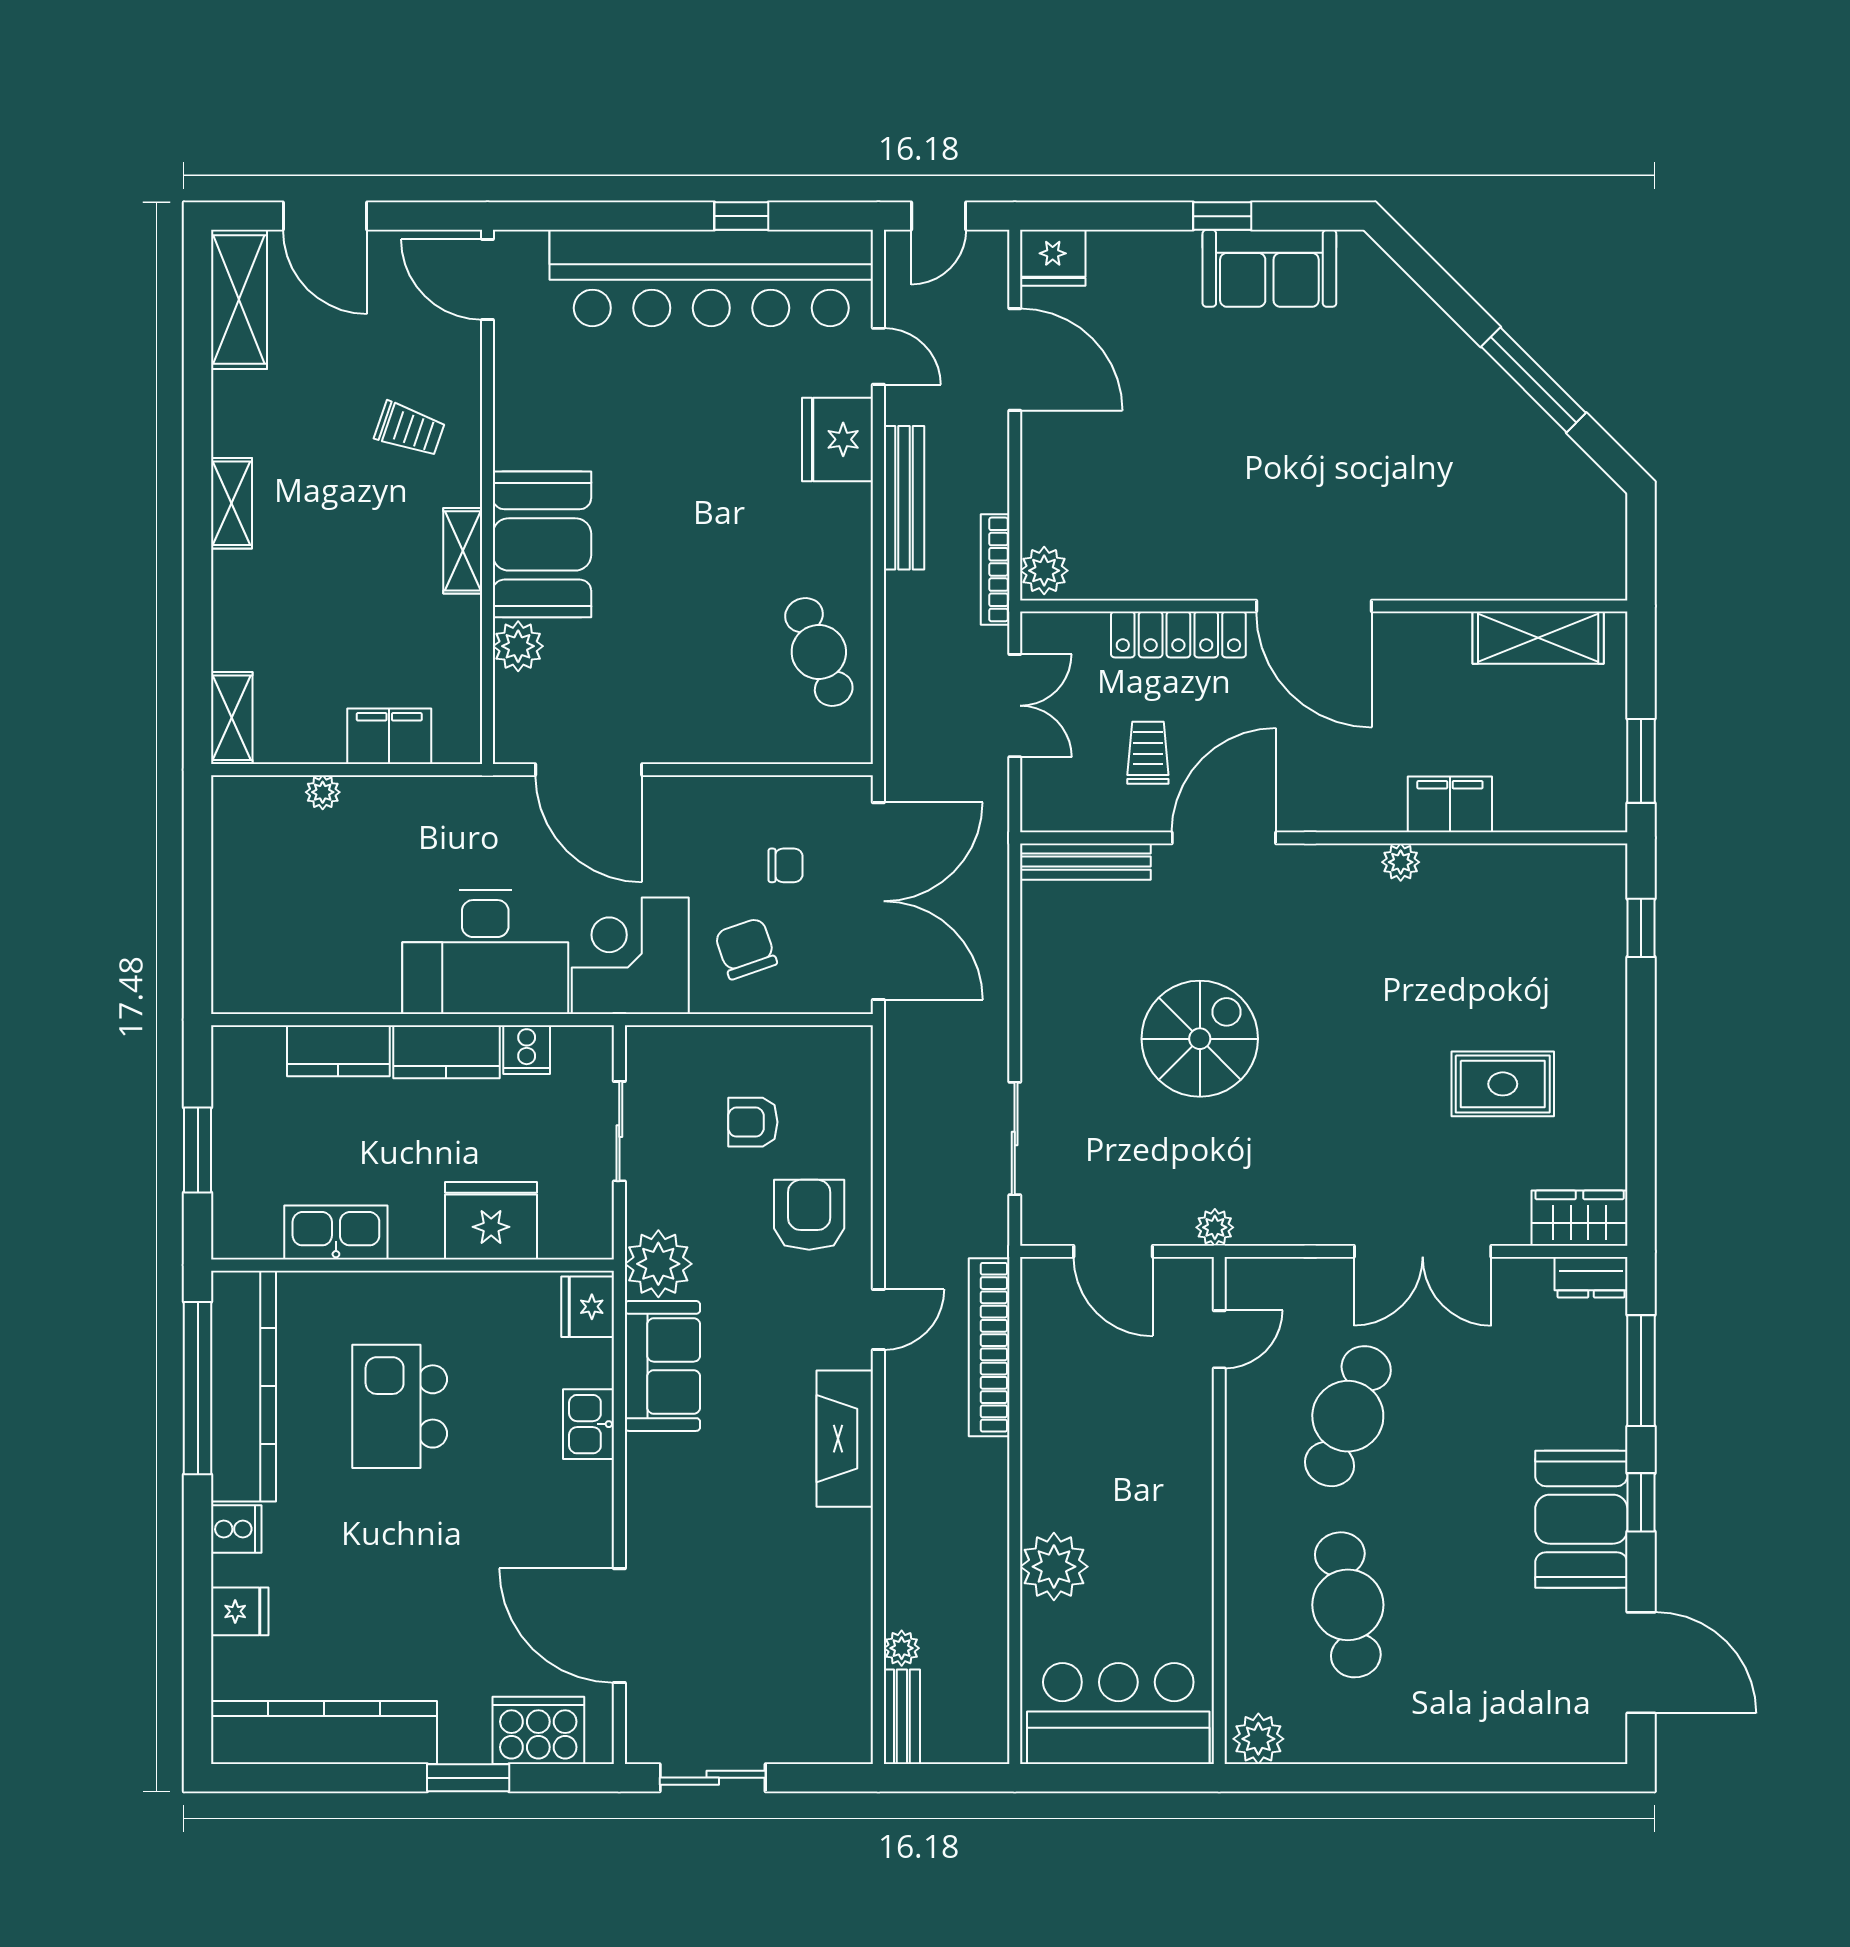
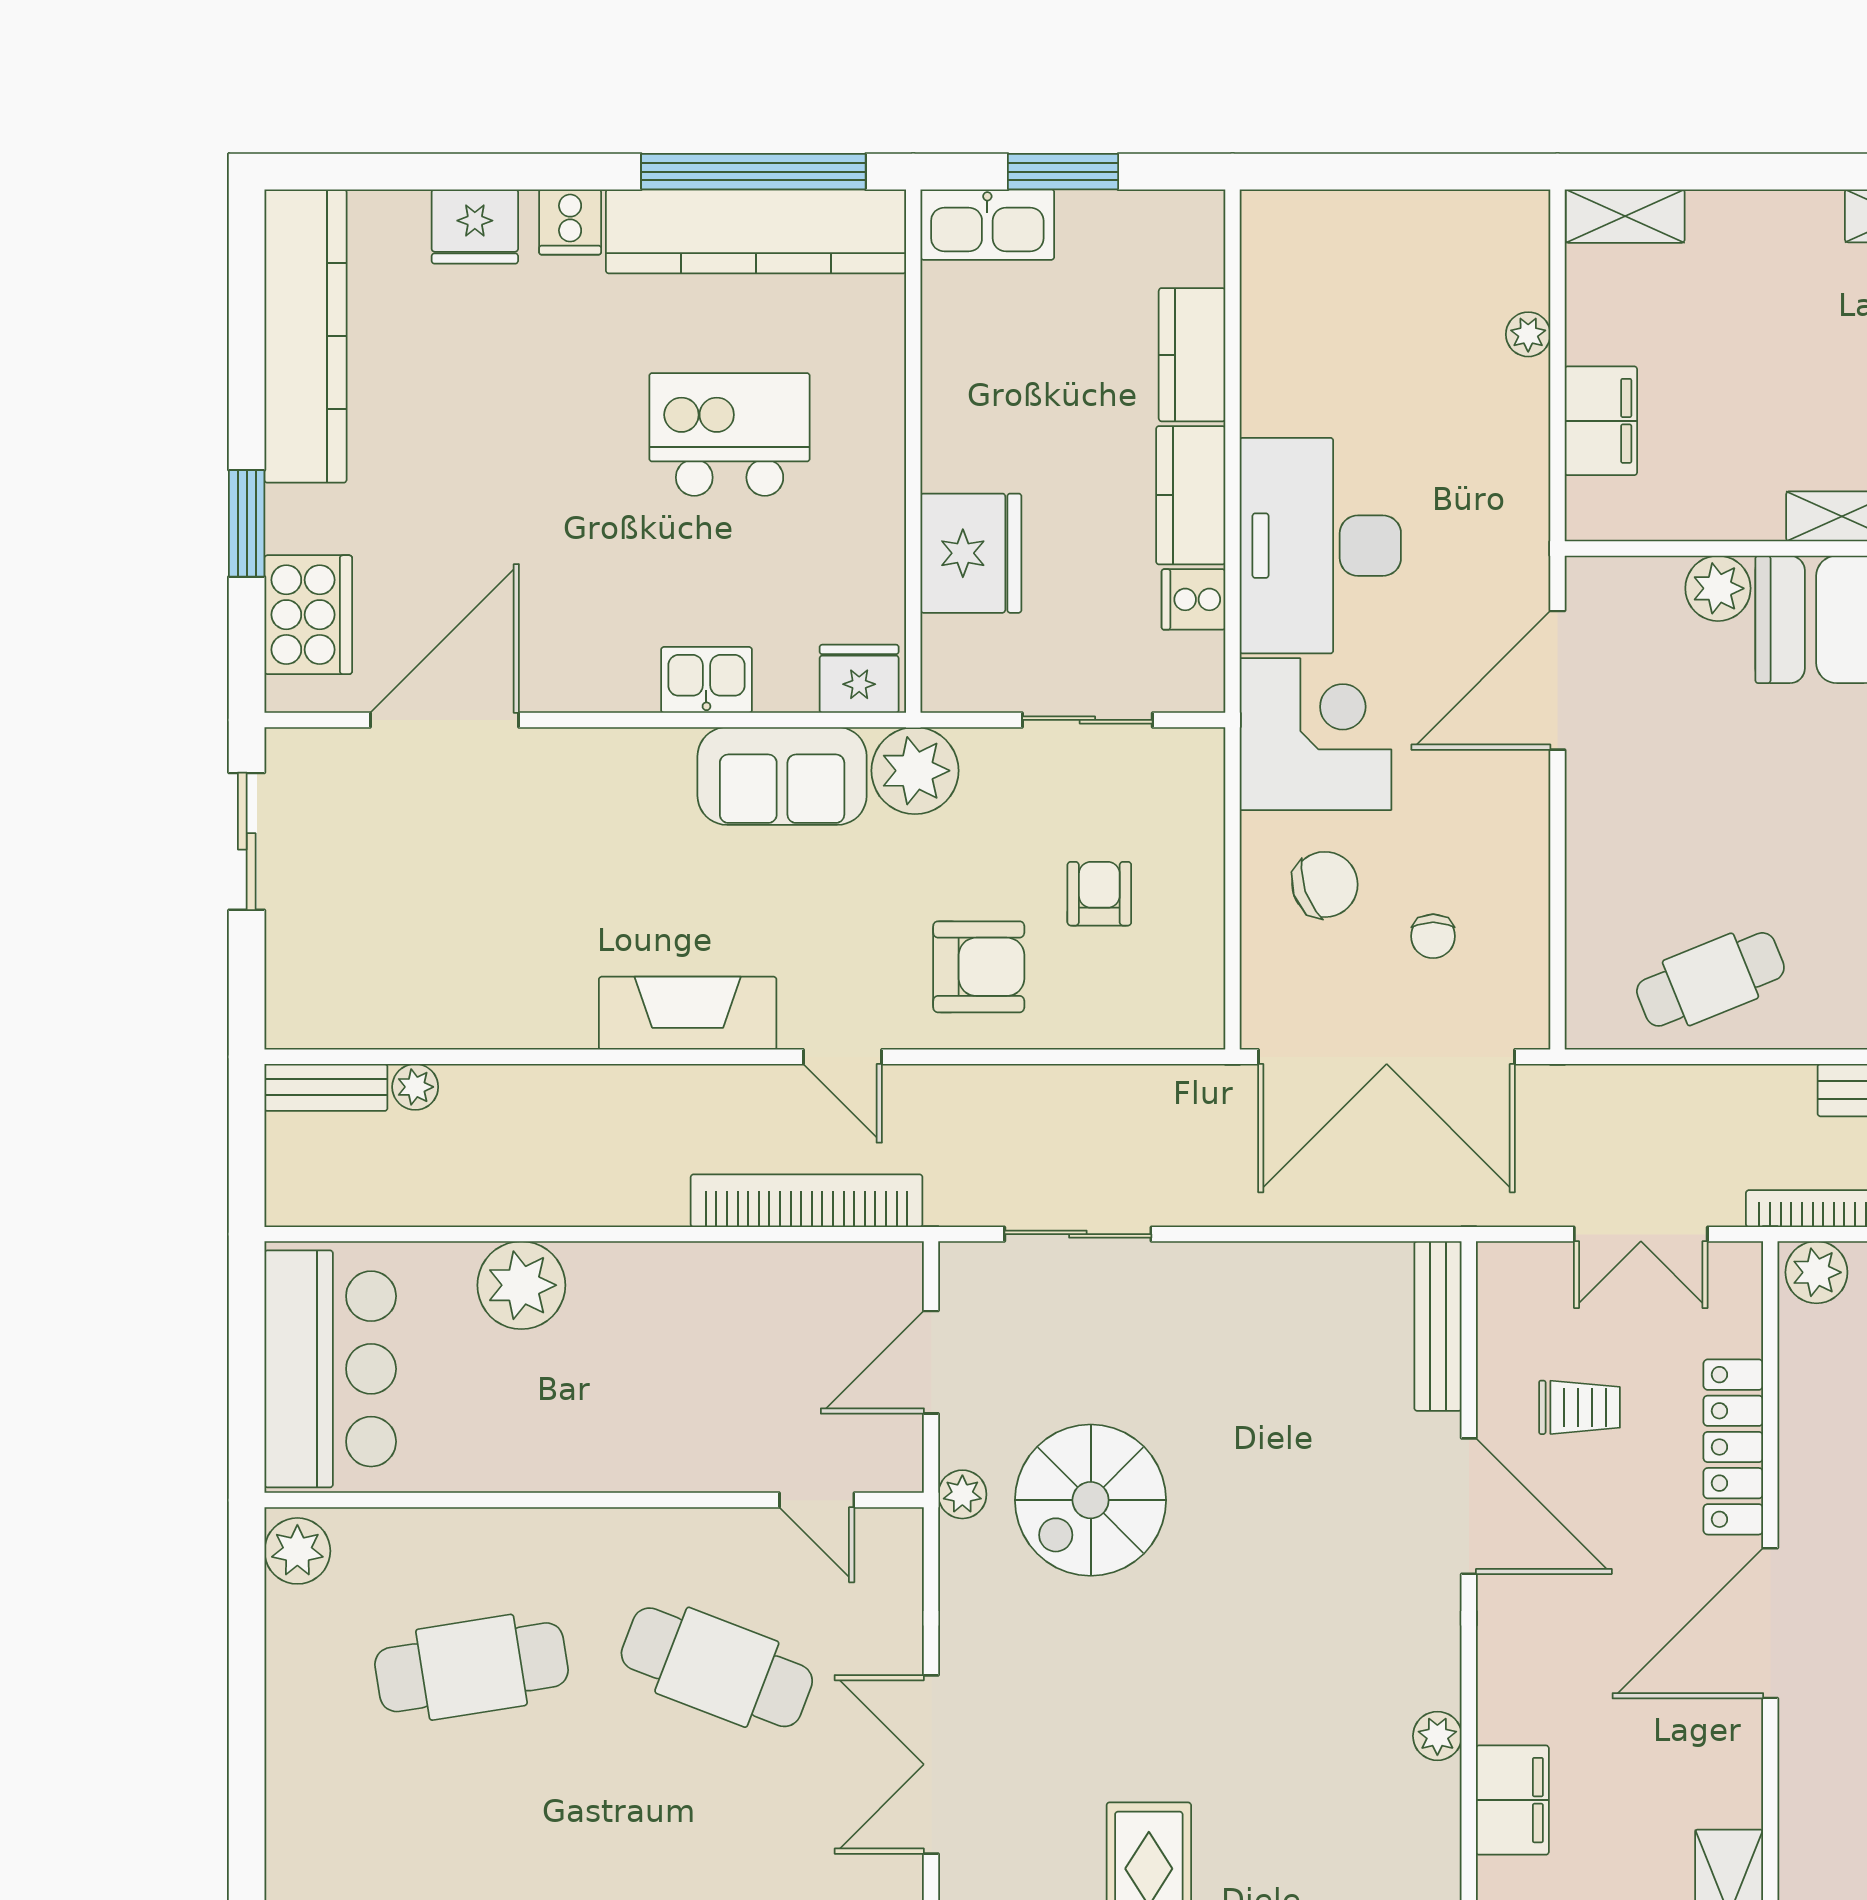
spiral stairs: (1200, 1039) -> (1091, 1500), moved, turned 90
kitchen sink: (336, 1232) -> (987, 225), moved, turned 90
fridge: (240, 1611) -> (475, 226), width x1.38

